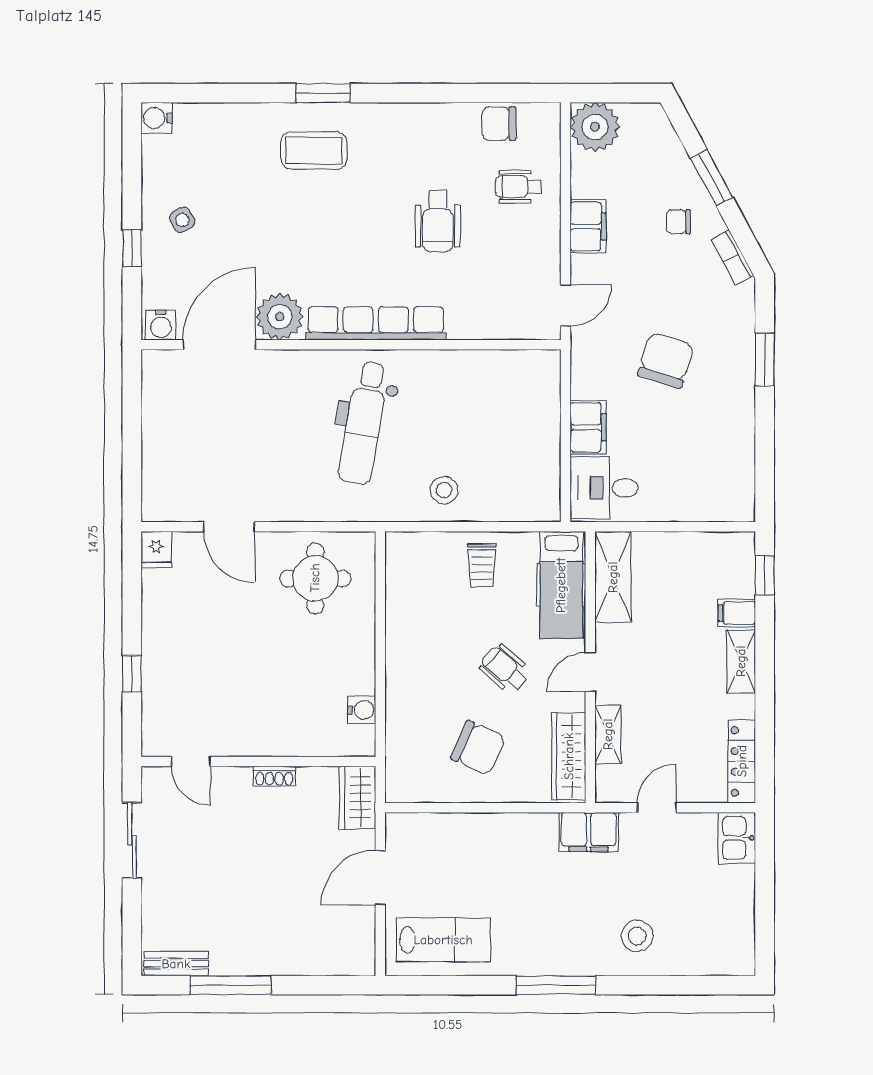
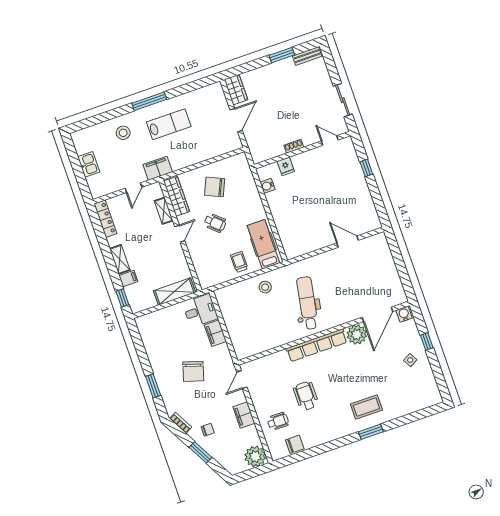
water cooler: (157, 118) -> (435, 398), removed
fridge: (156, 550) -> (286, 166), moved, turned 180
shelving: (613, 577) -> (174, 291), moved, turned 90
round table: (315, 578) -> (305, 233), removed
hospital bed: (561, 585) -> (264, 244), moved
wardrobe: (357, 797) -> (236, 90), moved
kitchen sink: (737, 838) -> (89, 164), moved
lab bench: (443, 940) -> (169, 124), moved, turned 180
window: (231, 985) -> (282, 55), width x0.69

